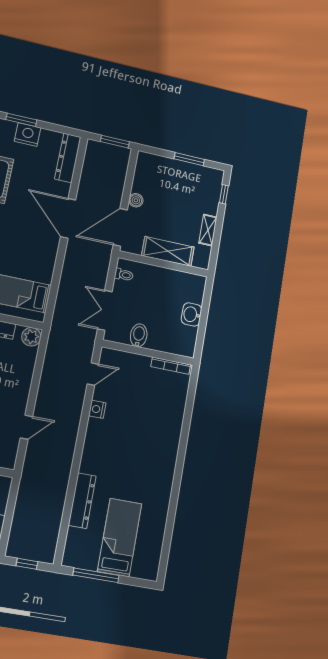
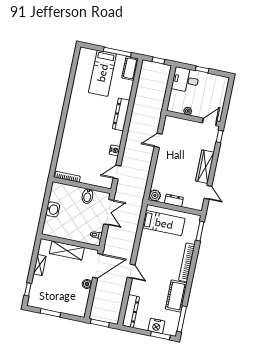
door: (68, 218) -> (131, 271), width x0.53
dresser: (82, 501) -> (121, 114), moved
cot: (74, 548) -> (130, 68), added

